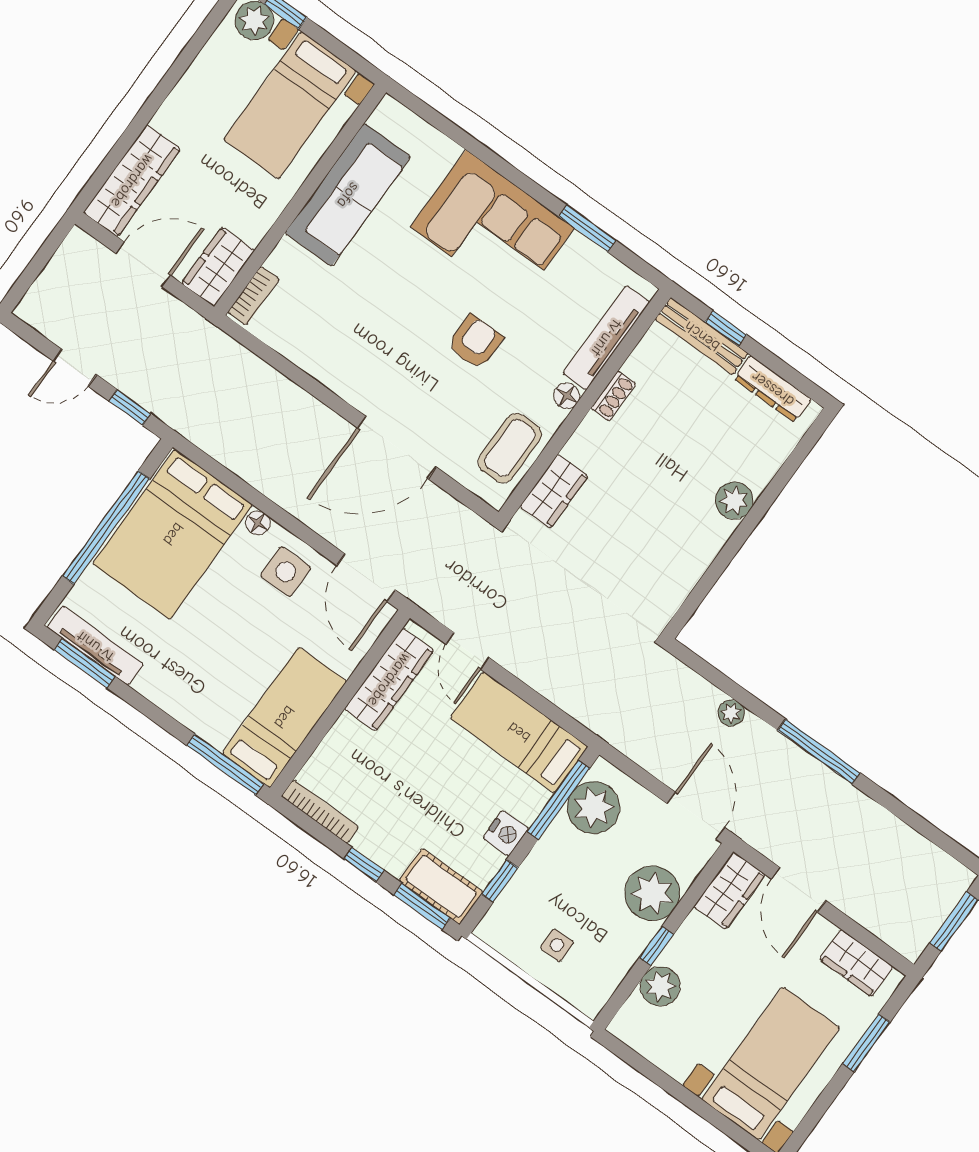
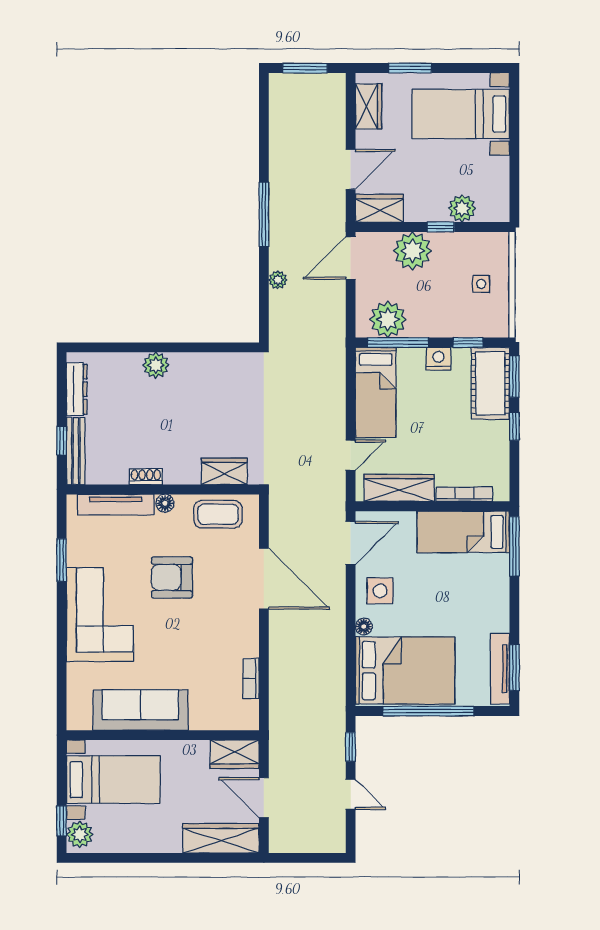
bookcase: (253, 296) -> (251, 678), moved, turned -90
armchair: (475, 342) -> (172, 577), width x1.38, depth x1.38
bookcase: (320, 812) -> (464, 494), moved, turned 90
cot: (441, 886) -> (490, 383), width x1.37, depth x1.34

